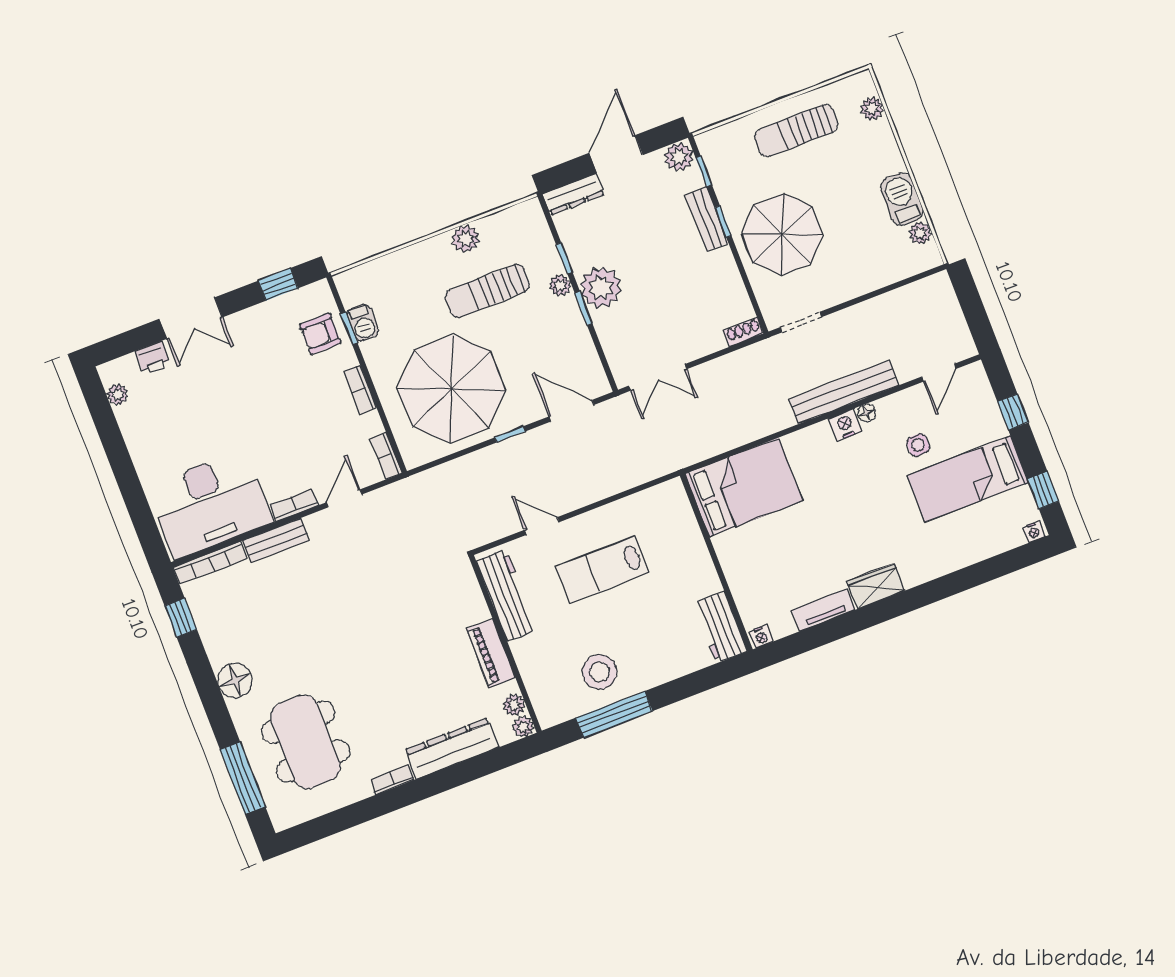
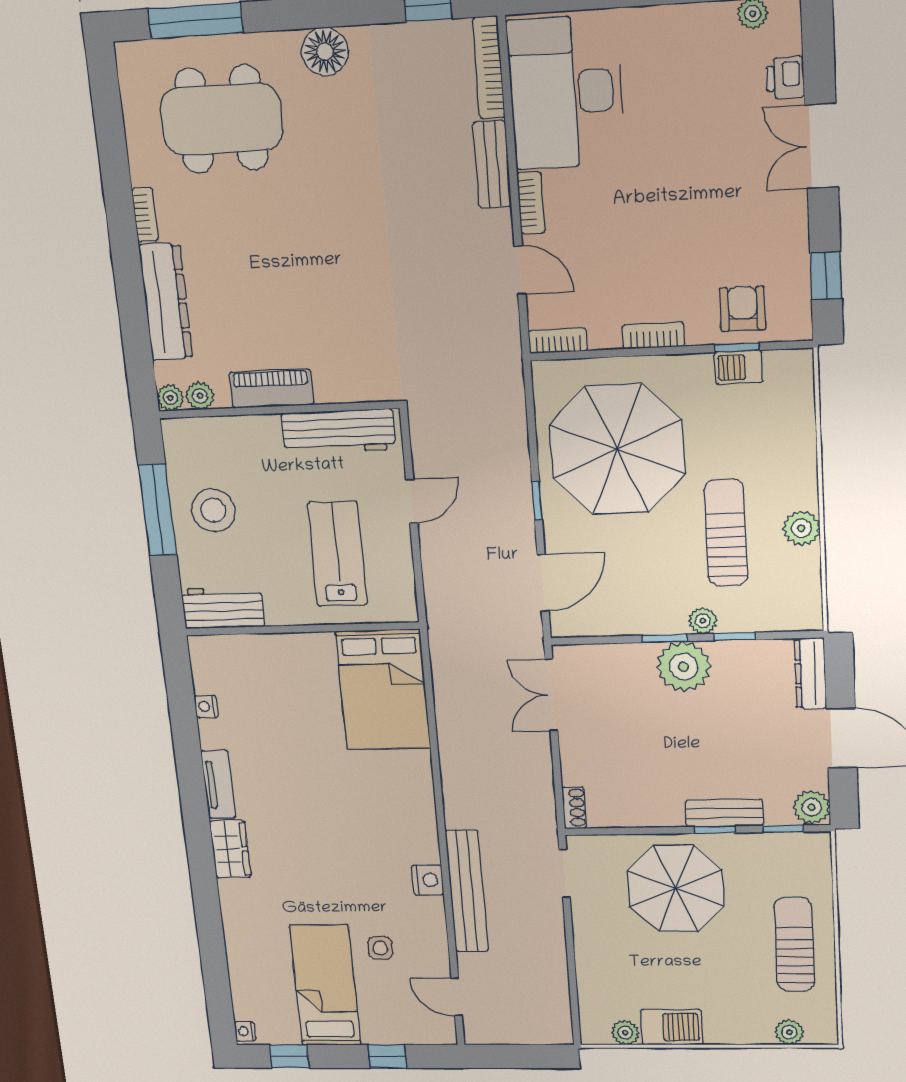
floor lamp: (867, 413) -> (435, 907), removed
bed: (744, 487) -> (383, 690), moved
wall: (716, 563) -> (302, 629), moved
workbench: (720, 627) -> (223, 608), moved

